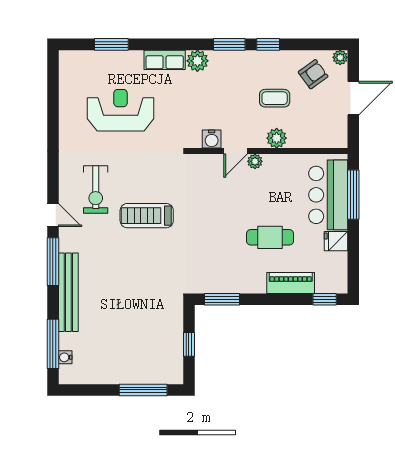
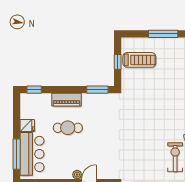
treadmill: (147, 216) -> (139, 60), moved
piano: (291, 283) -> (66, 100), moved
window: (143, 390) -> (163, 34), moved

